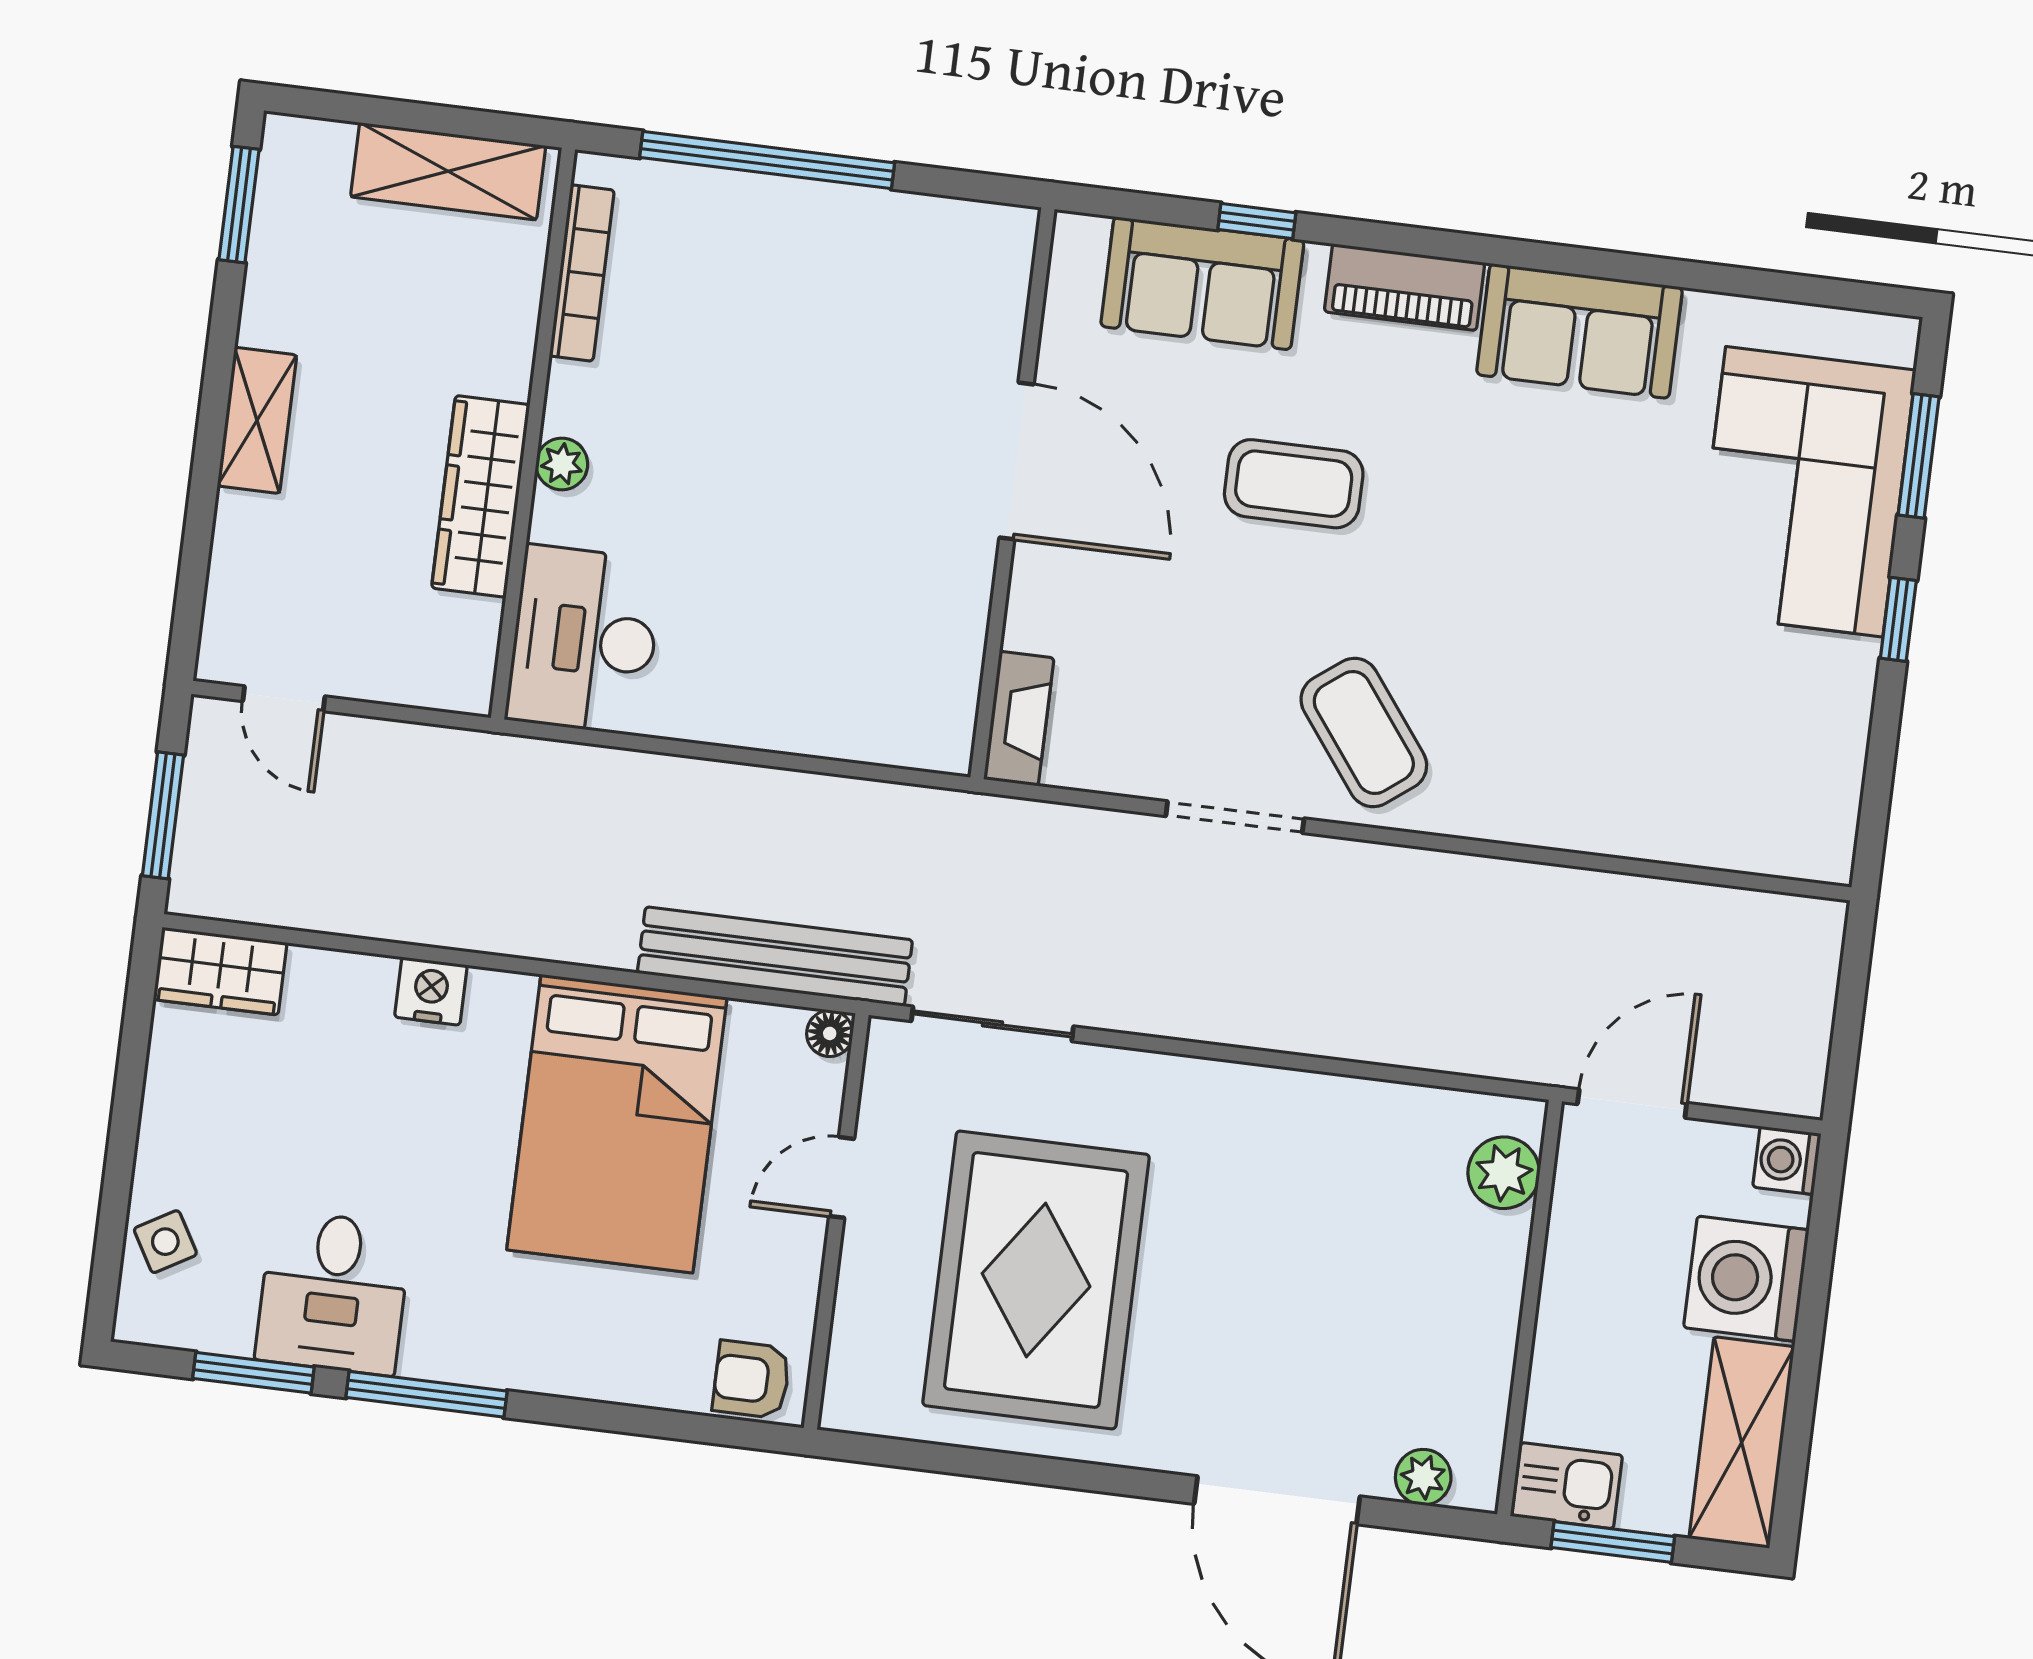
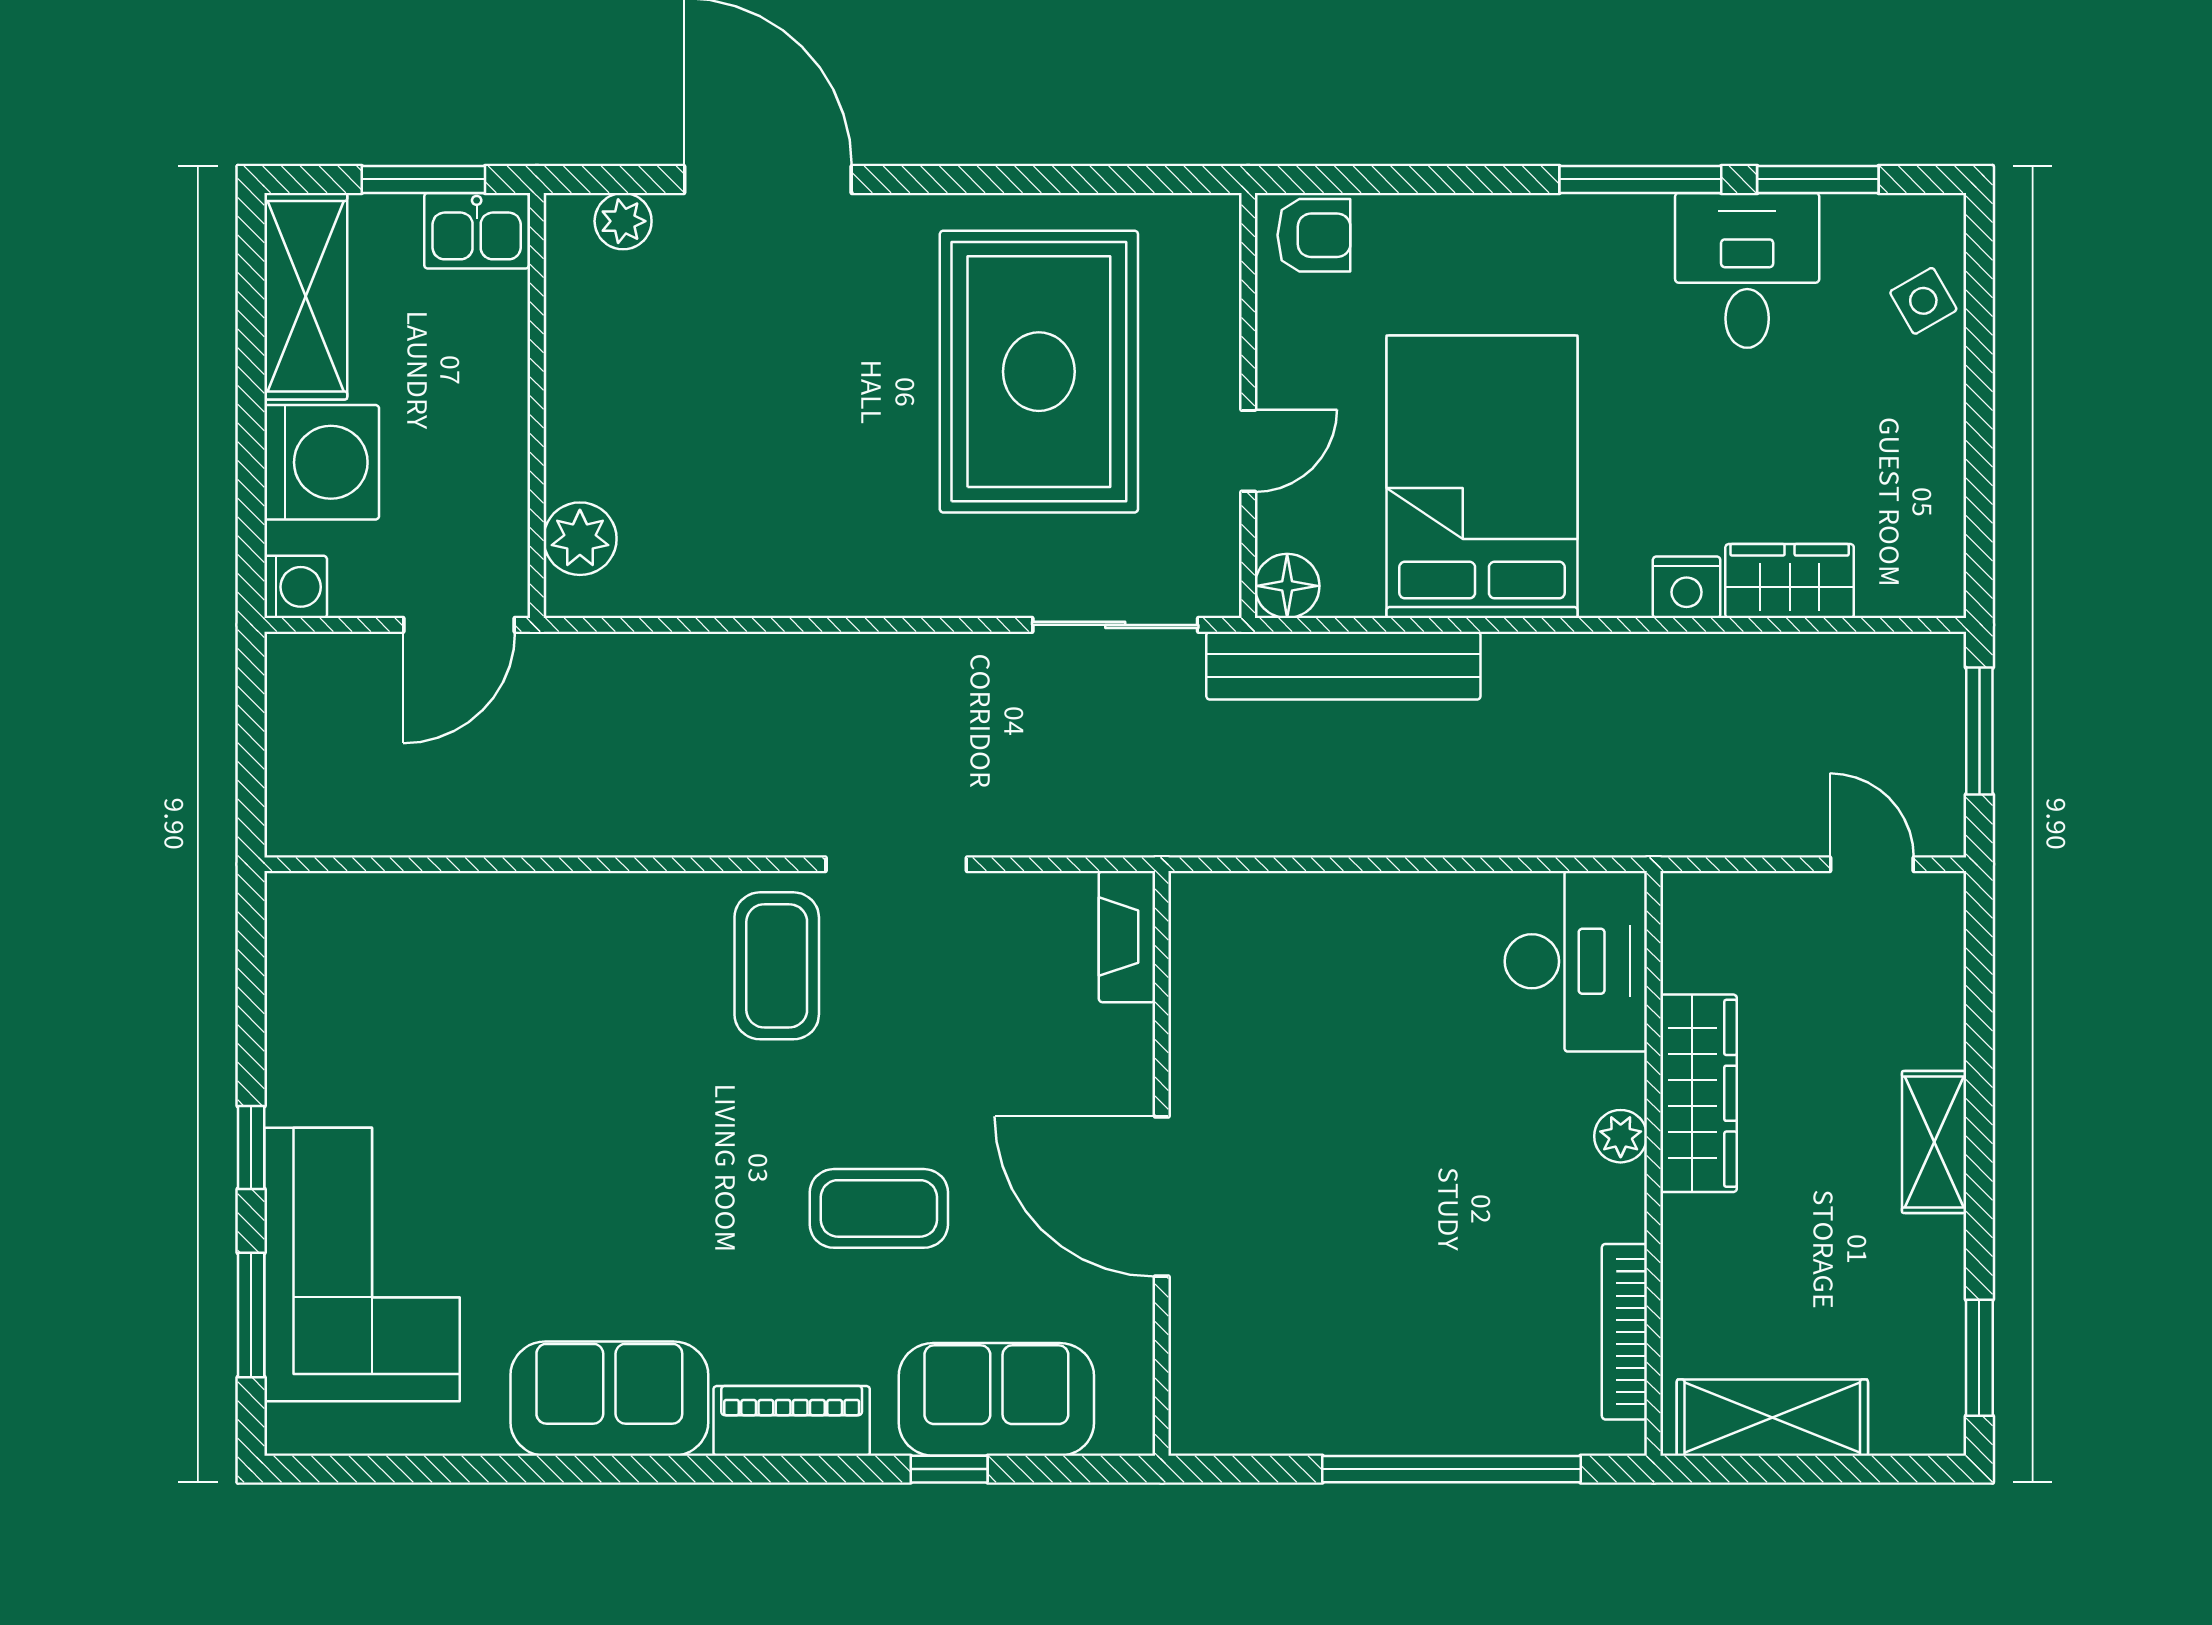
coffee table: (1364, 733) -> (777, 966), turned 37
wardrobe: (220, 971) -> (1790, 581), moved
floor lamp: (830, 1033) -> (1287, 586), width x1.37, depth x1.37

